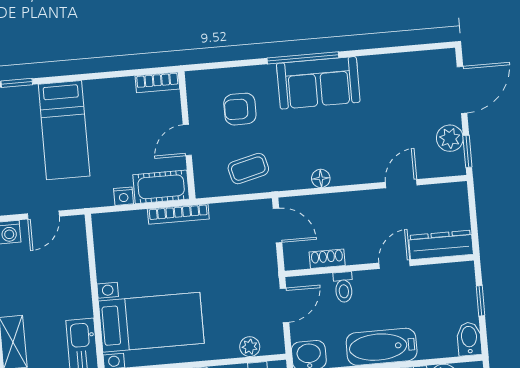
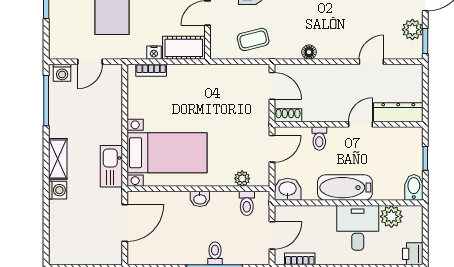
bookcase: (178, 214) -> (151, 70), moved, width x0.64
shoe rack: (327, 259) -> (288, 115), moved

